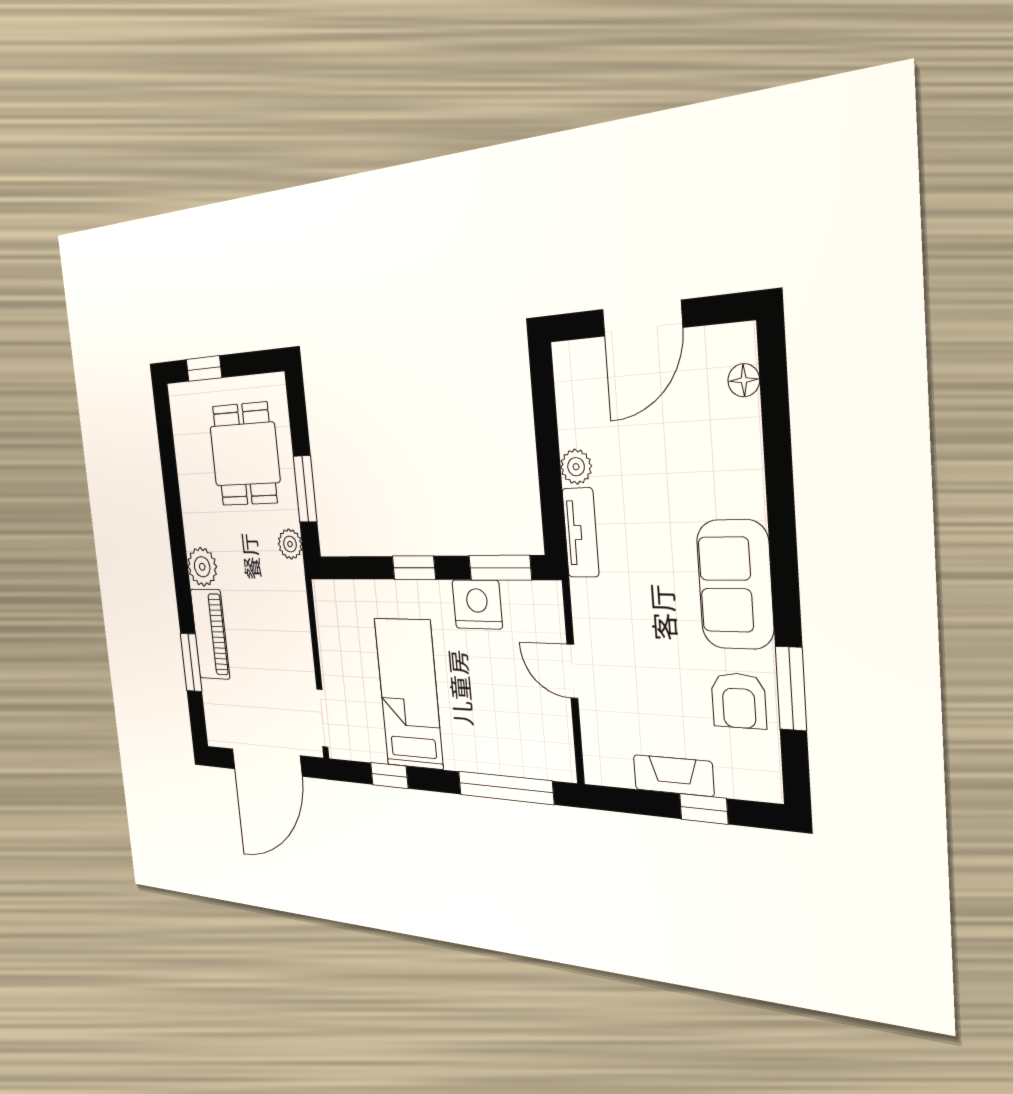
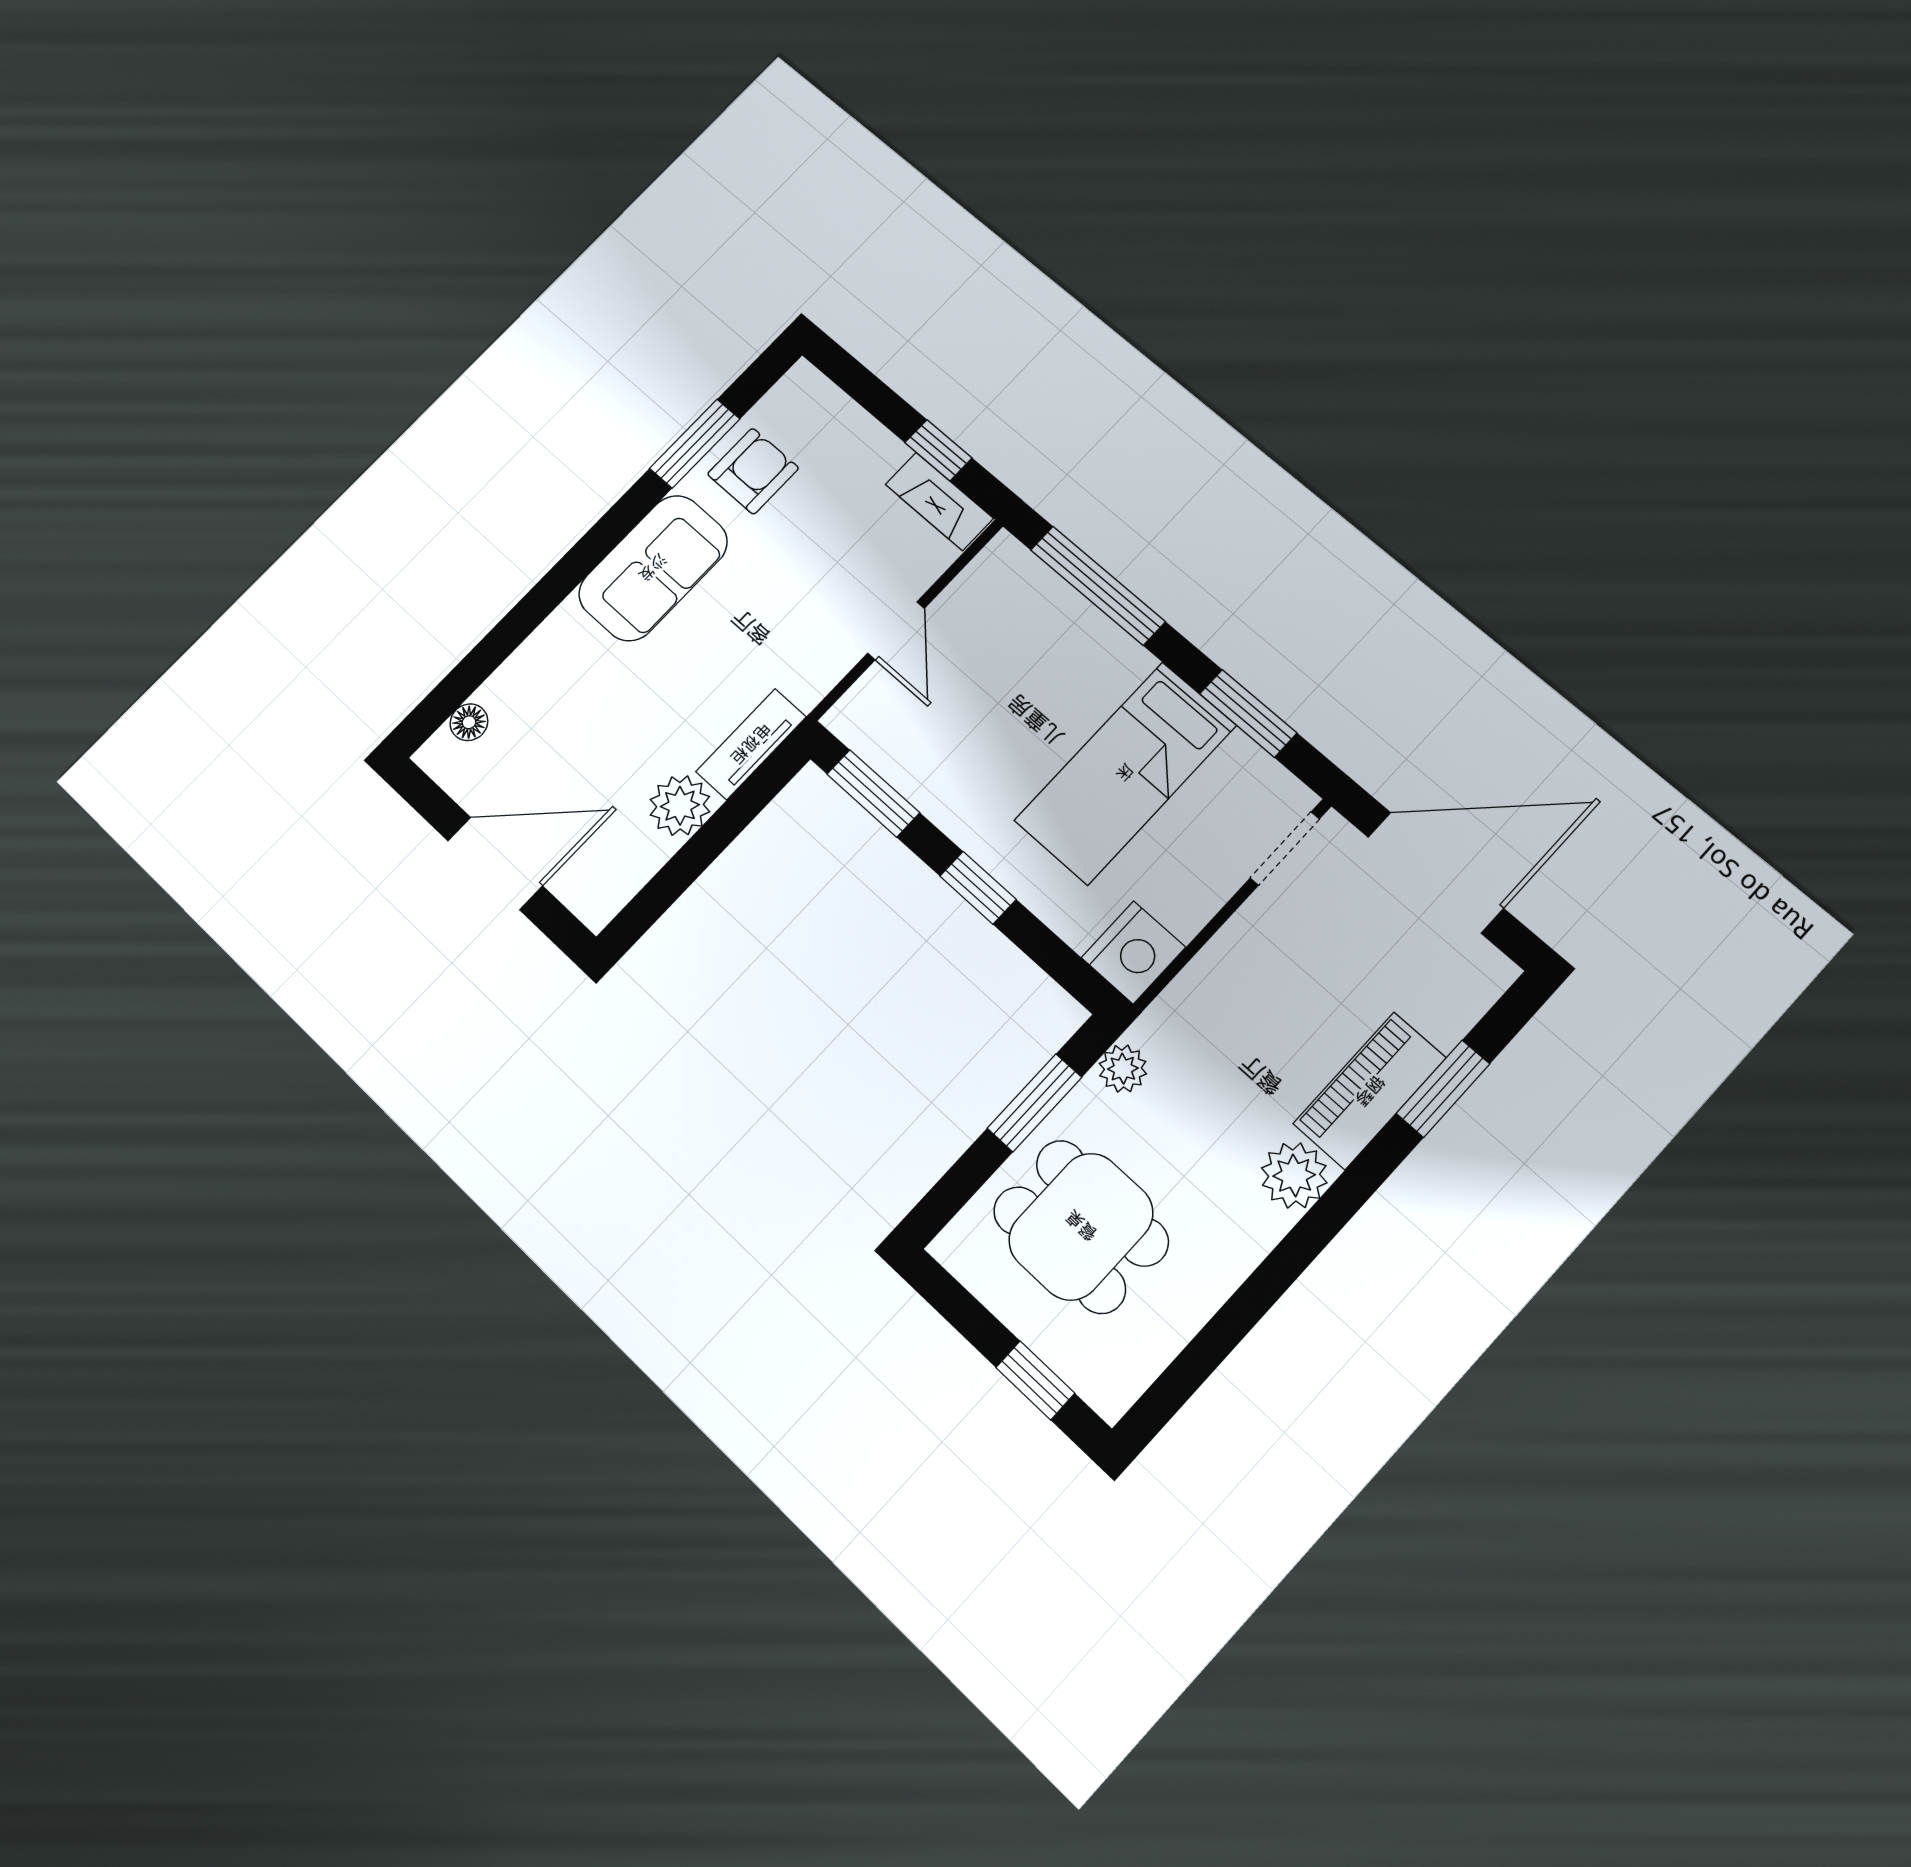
dining table: (245, 454) -> (1081, 1226), turned 90
plant: (576, 467) -> (680, 806), width x1.38, depth x1.38
nightstand: (477, 604) -> (1133, 952), moved, turned -90
window: (389, 775) -> (1248, 713), width x1.50
fireplace: (673, 776) -> (939, 501), moved
window: (704, 809) -> (938, 450), moved

